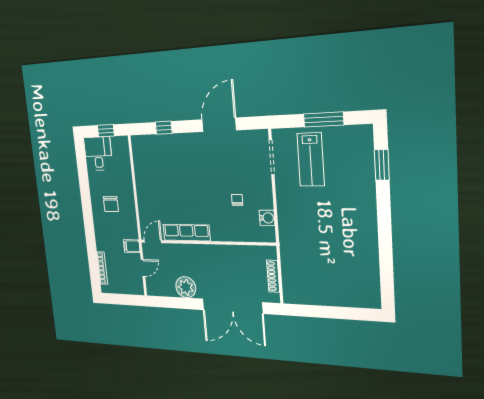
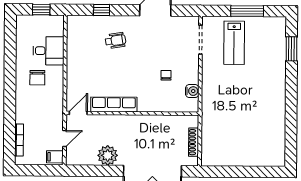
desk: (98, 154) -> (48, 51), moved, turned 90
wheelchair: (181, 162) -> (115, 40), added
filing cabinet: (132, 246) -> (55, 157), moved

